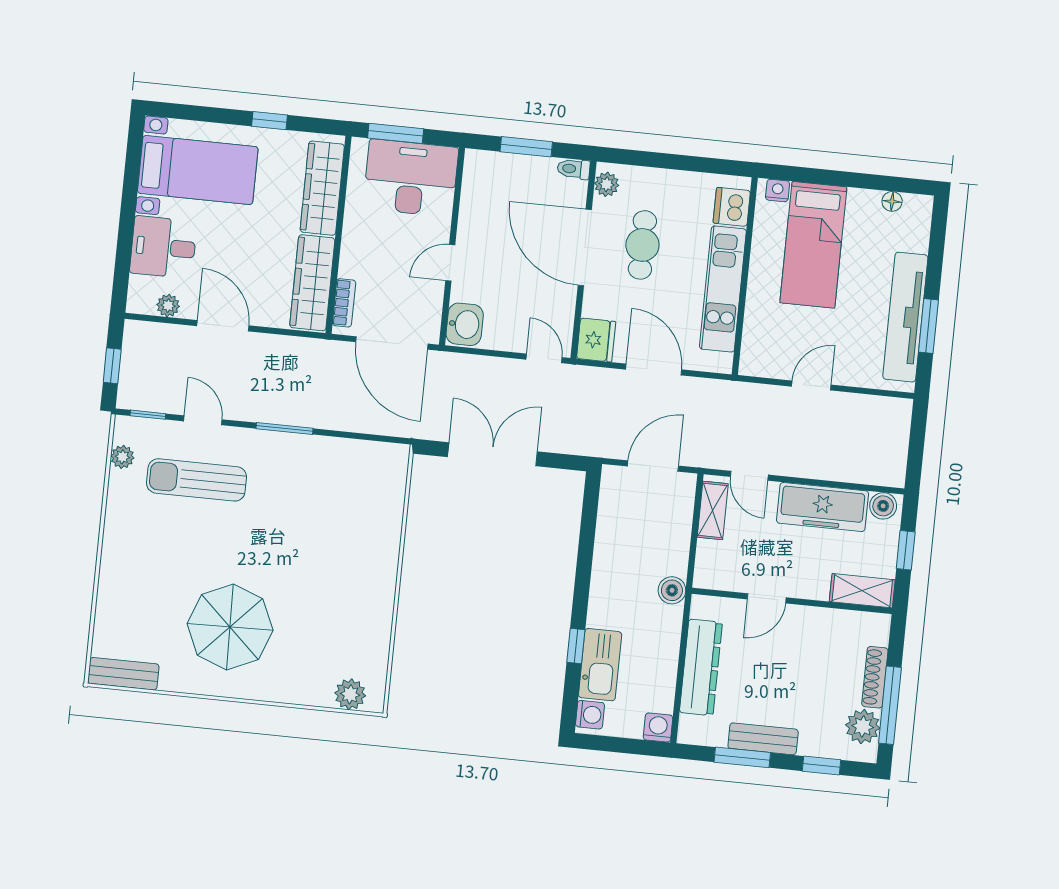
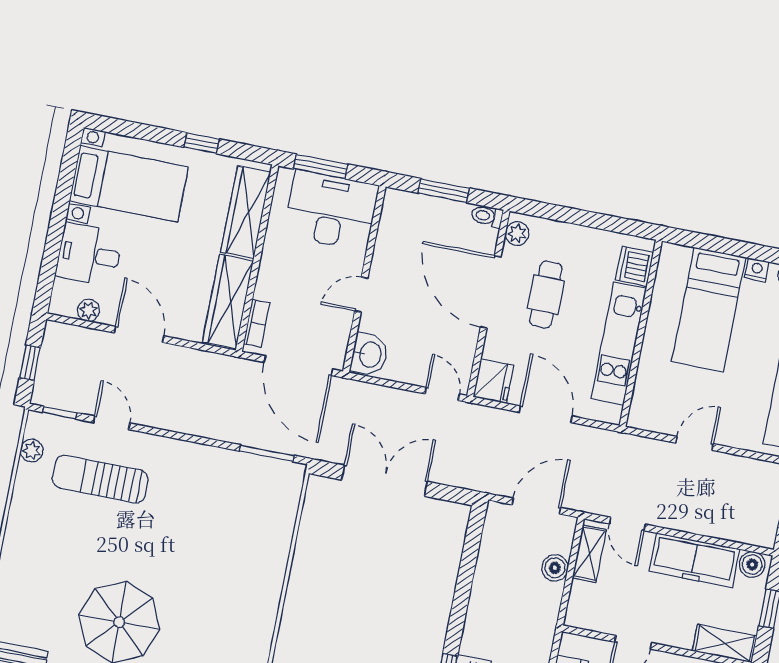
nightstand: (778, 190) -> (757, 270), moved
window: (285, 429) -> (267, 453), moved
boiler: (672, 590) -> (555, 568), moved

